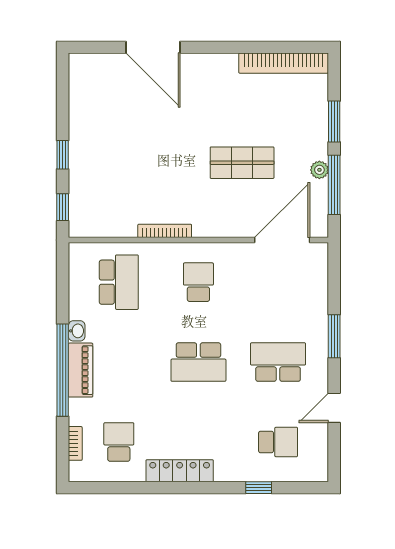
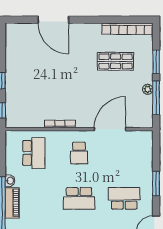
shop shelf: (242, 163) -> (116, 61), moved
door: (282, 240) -> (110, 129), moved
school desk: (198, 282) -> (79, 153), turned 180

